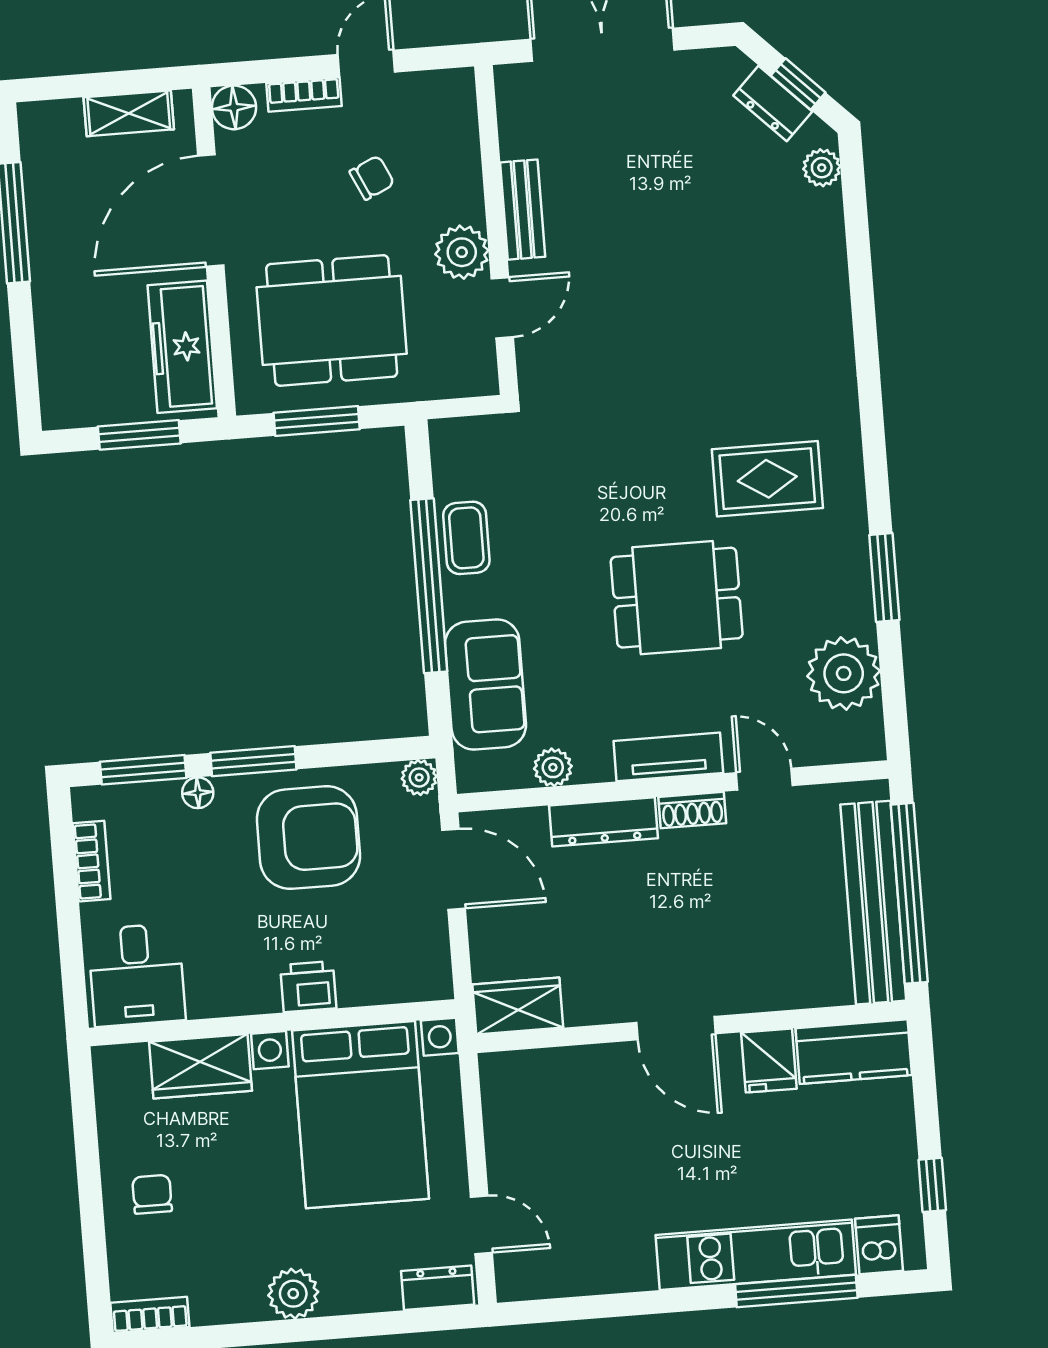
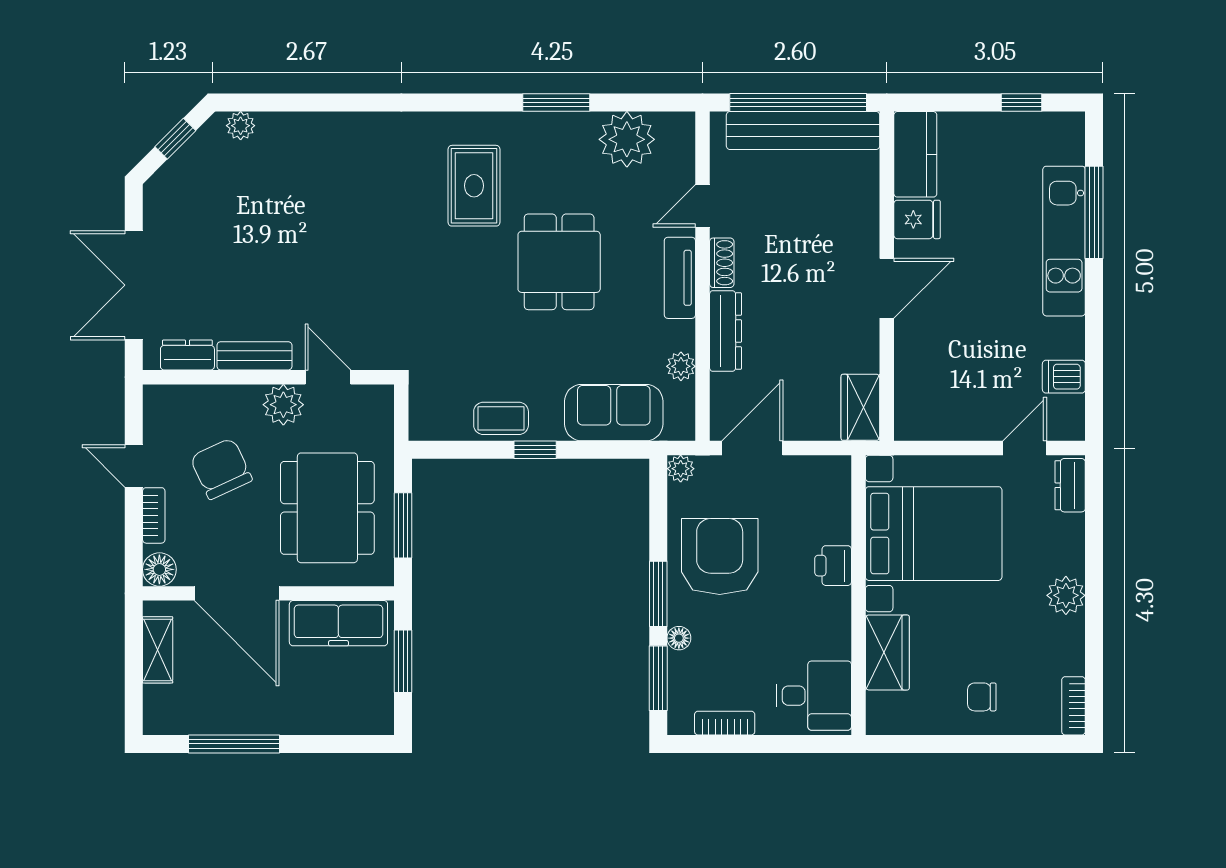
dresser: (773, 104) -> (187, 355), moved, turned -135
chair: (372, 178) -> (221, 469), width x1.87, depth x1.87
window: (429, 586) -> (535, 450), width x0.32
dishwasher: (879, 1245) -> (1064, 377), moved

